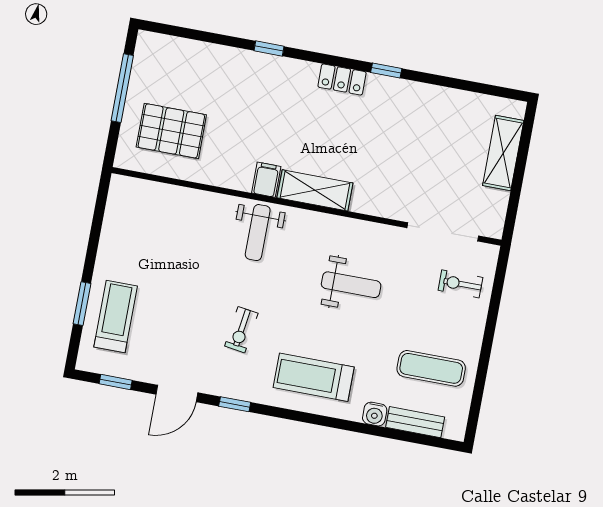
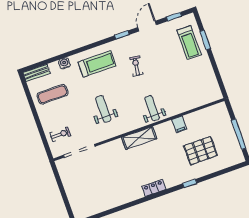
window: (386, 70) -> (138, 202), removed
pallet: (171, 131) -> (201, 151), moved
shelving: (503, 153) -> (73, 196), removed
filing cabinet: (266, 180) -> (179, 124), moved
weight bench: (351, 285) -> (103, 109), turned 90
bench: (415, 422) -> (37, 73), moved

